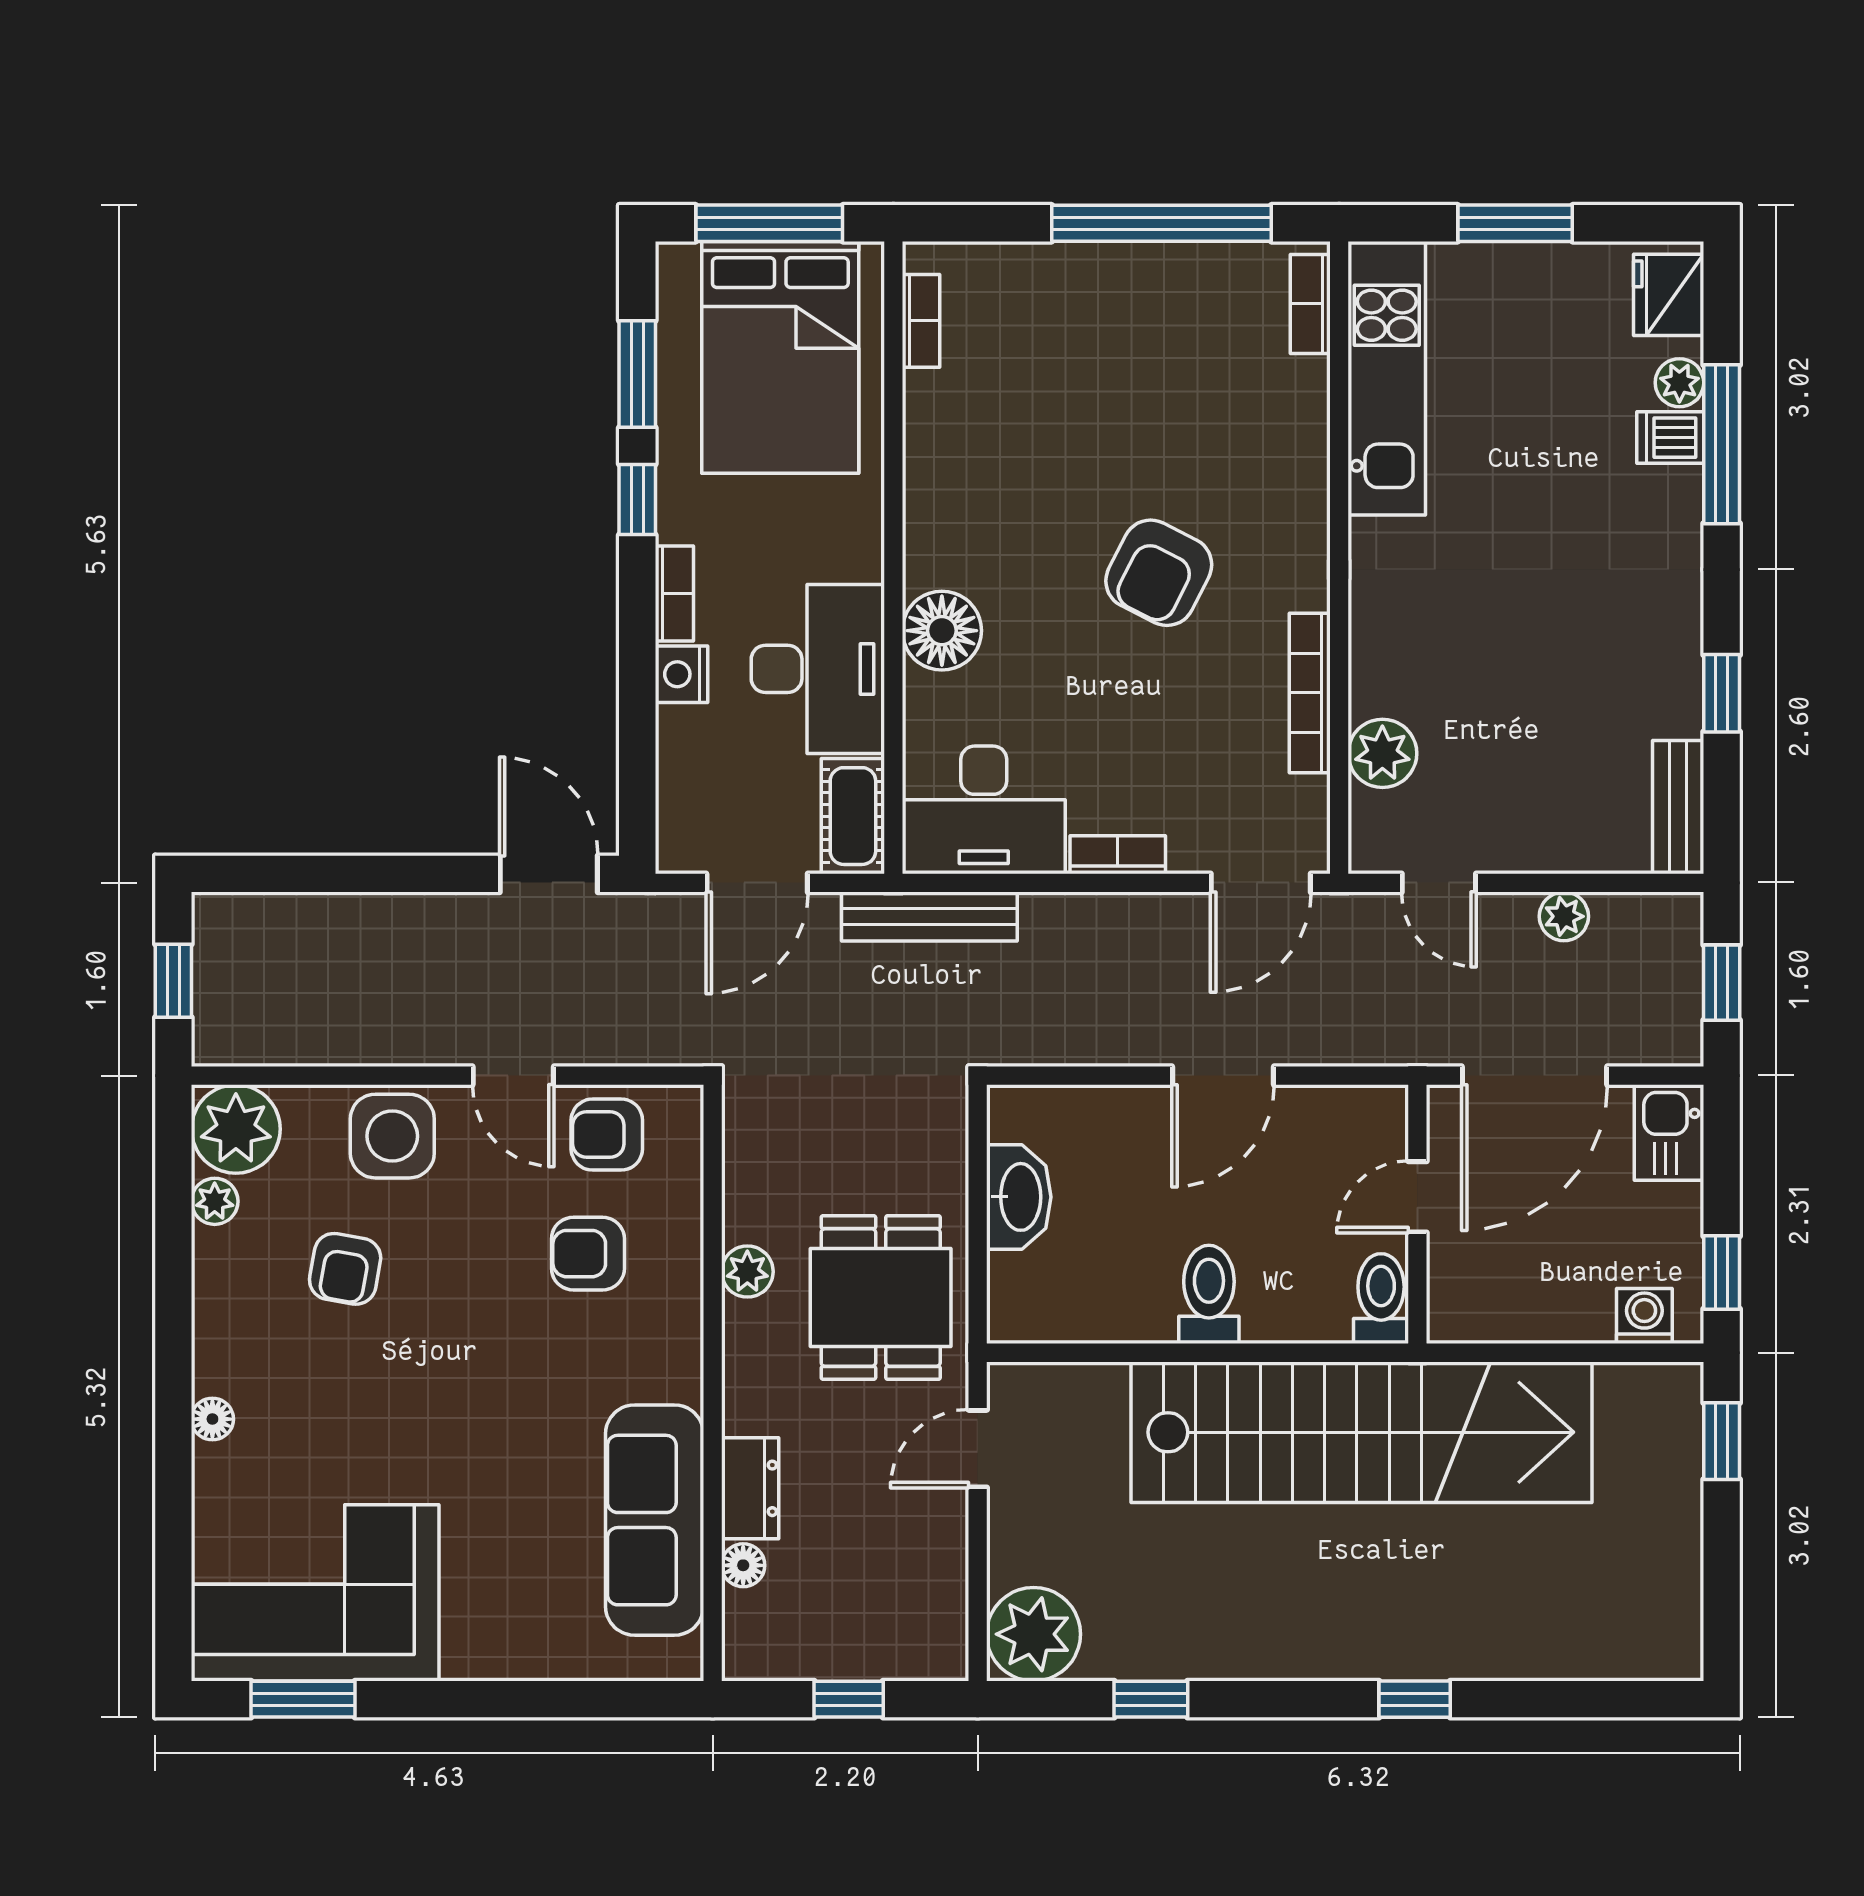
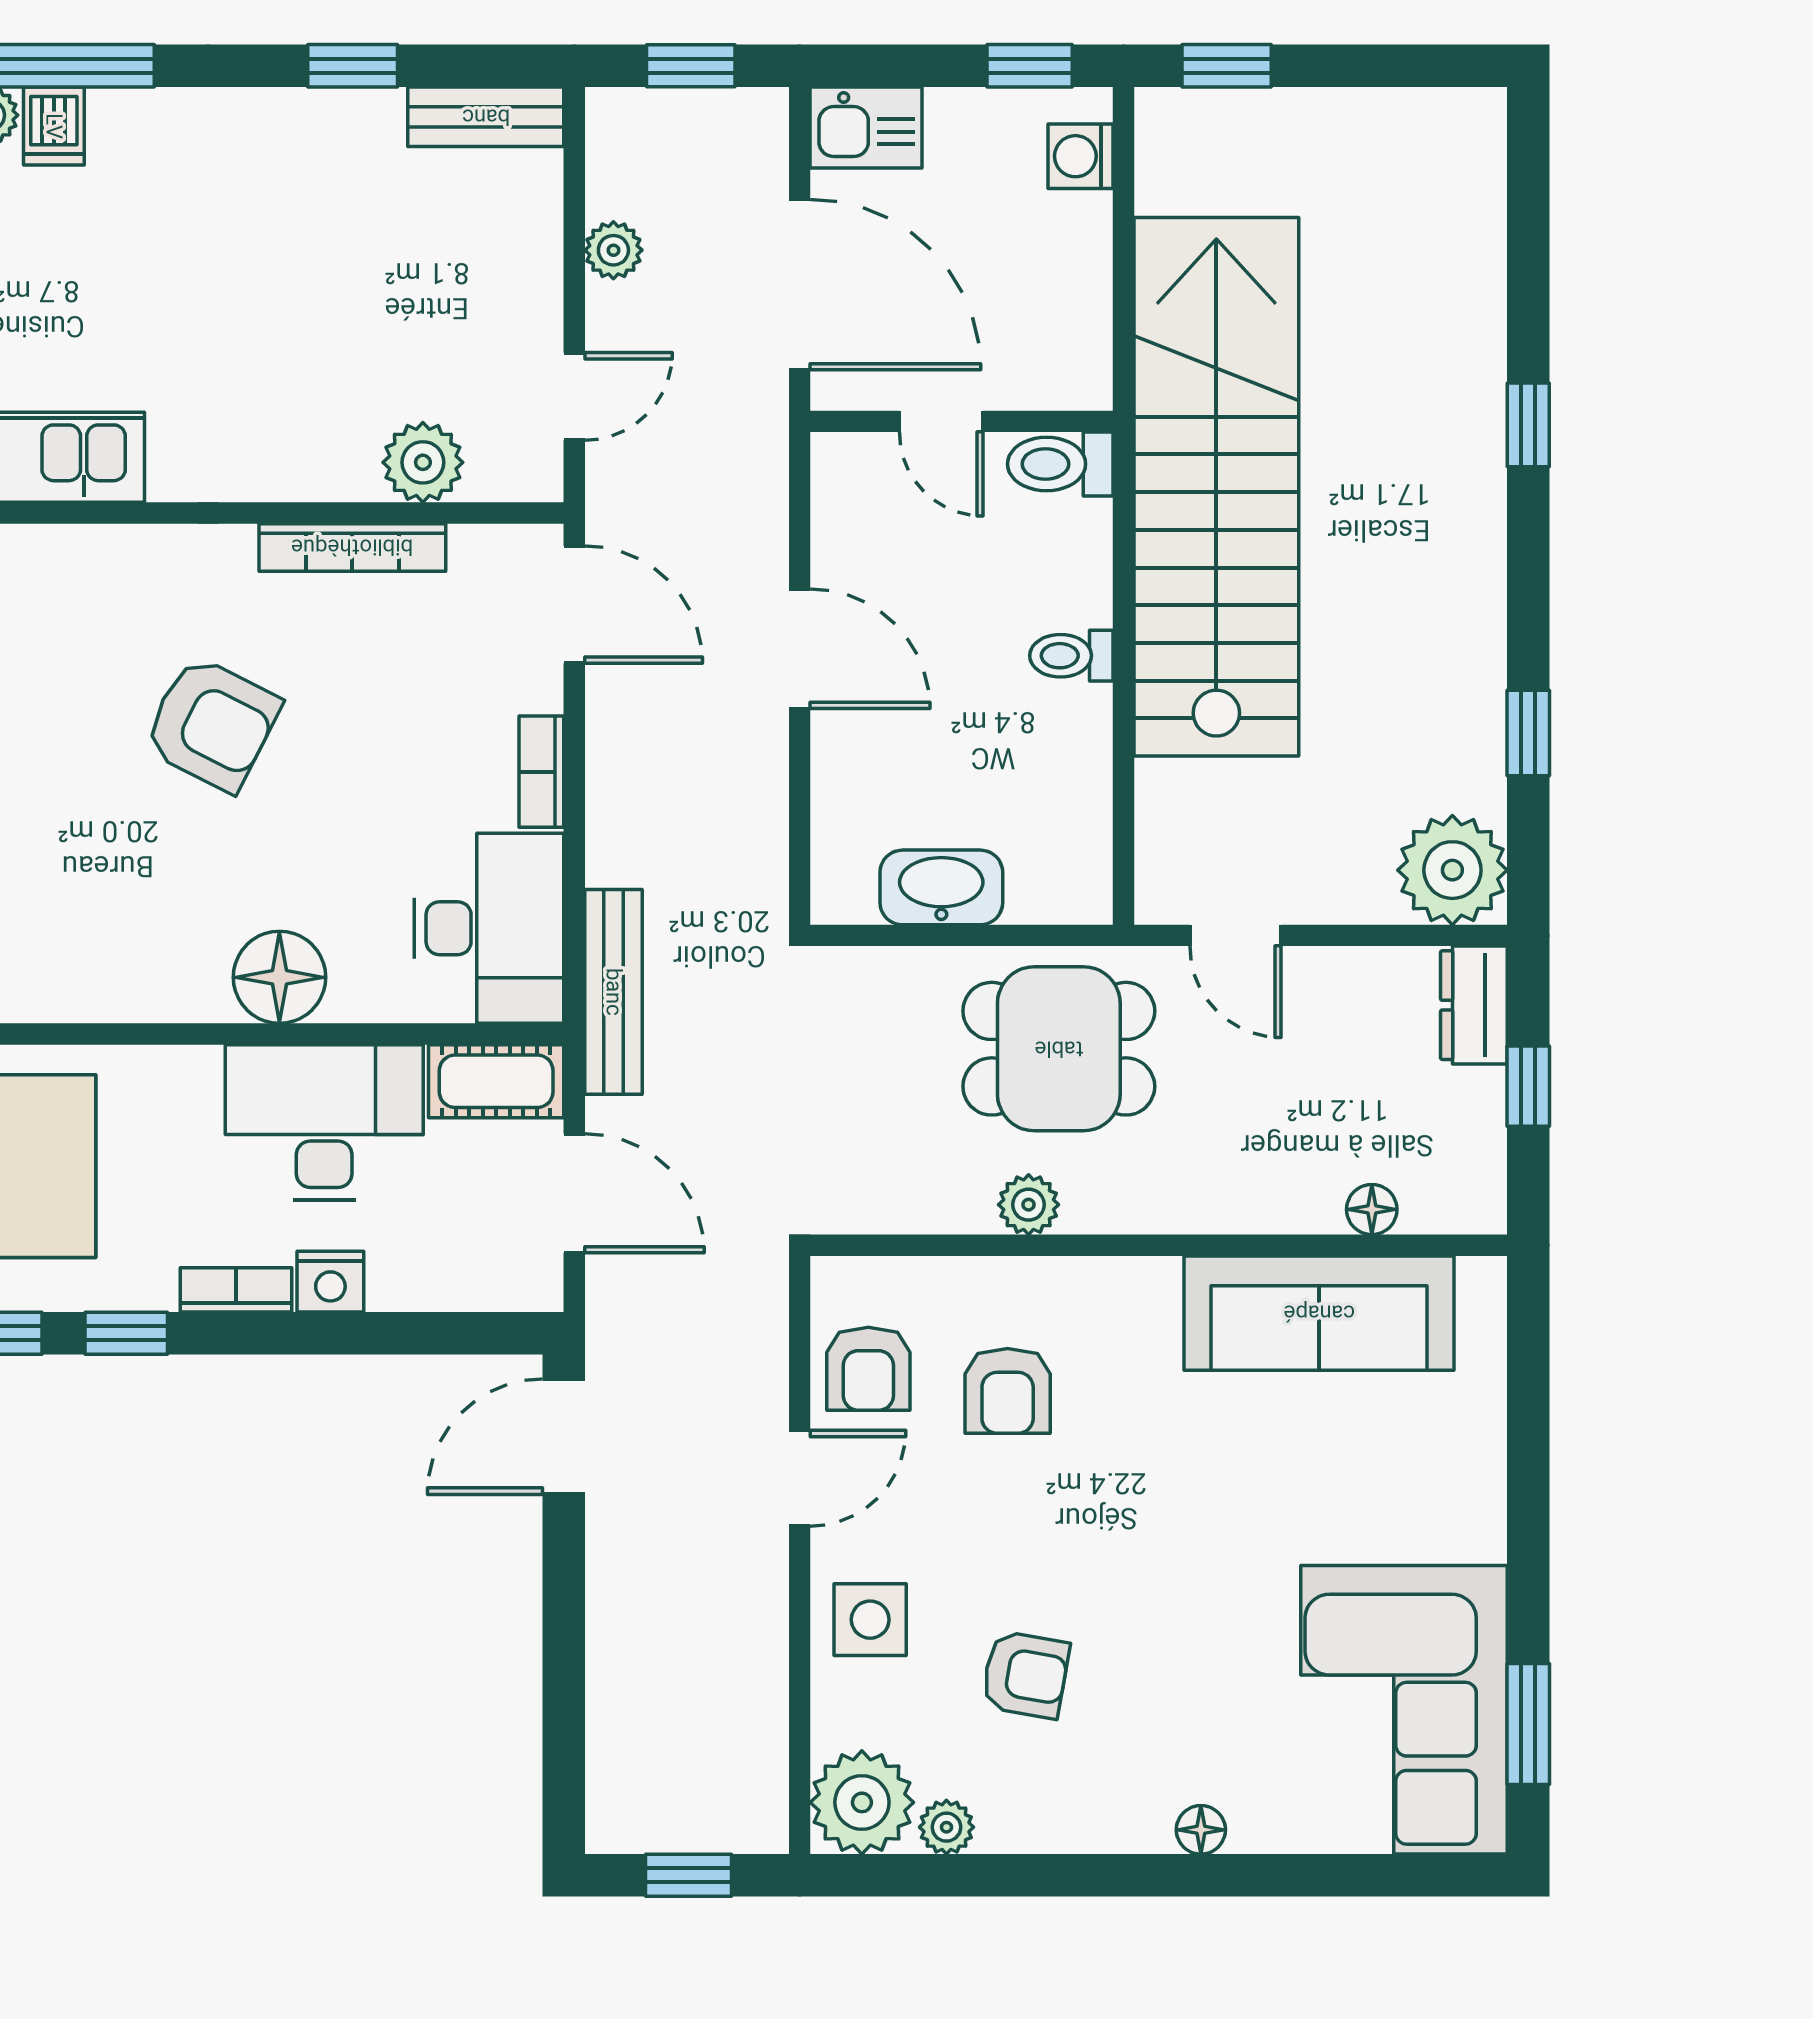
side table: (392, 1136) -> (870, 1620), width x0.73, depth x0.73
toilet: (1209, 1294) -> (1071, 656), width x0.73, depth x0.72
dresser: (750, 1488) -> (1474, 1005), moved, turned -90

